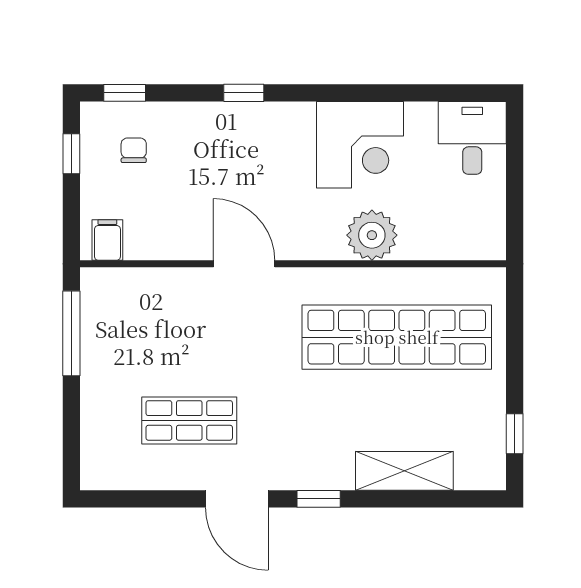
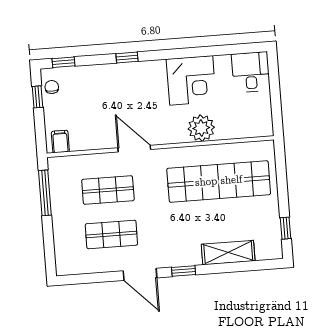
chair: (134, 150) -> (52, 87), moved
shop shelf: (189, 337) -> (108, 190), added

